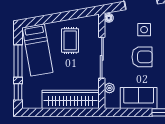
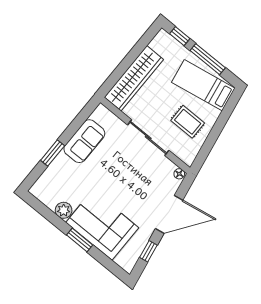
side table: (144, 30) -> (142, 197), removed
armchair: (142, 57) -> (119, 175), removed
plant: (109, 88) -> (115, 122), removed

